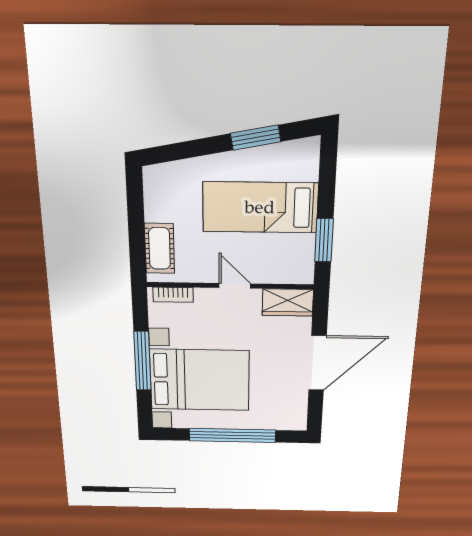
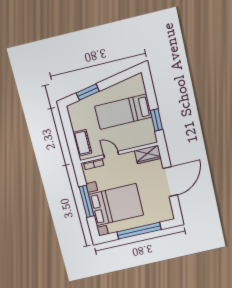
window: (256, 138) -> (88, 92), moved
door: (235, 286) -> (111, 155), moved

